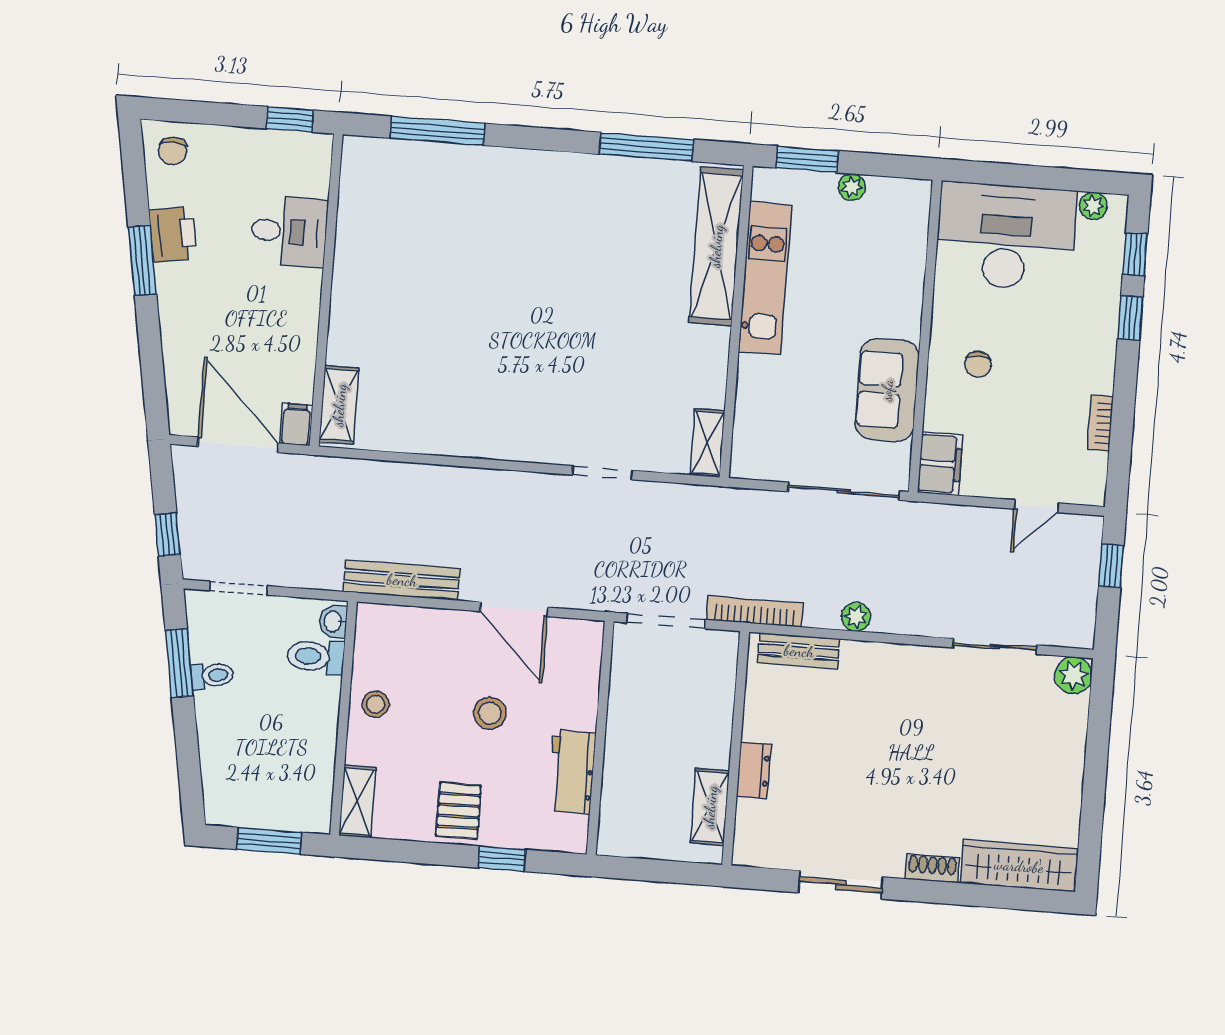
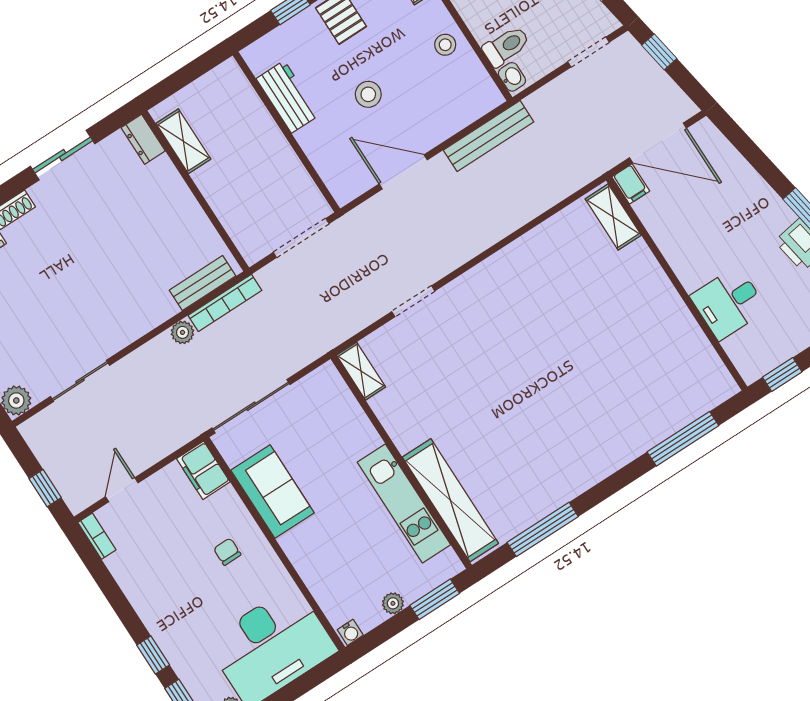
water cooler: (916, 190) -> (350, 632), added
bookcase: (1100, 423) -> (97, 536), moved
bookcase: (755, 611) -> (225, 303), moved
dresser: (754, 770) -> (143, 139), moved

